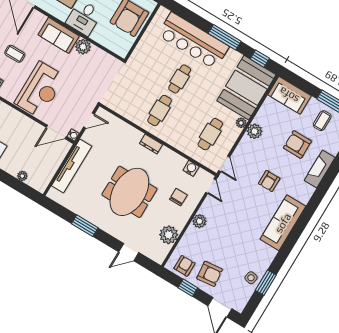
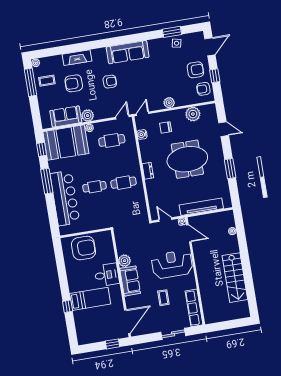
sofa: (289, 95) -> (66, 117), moved, turned -90
armchair: (297, 145) -> (74, 83), turned 90
armchair: (210, 274) -> (195, 70), turned 96

